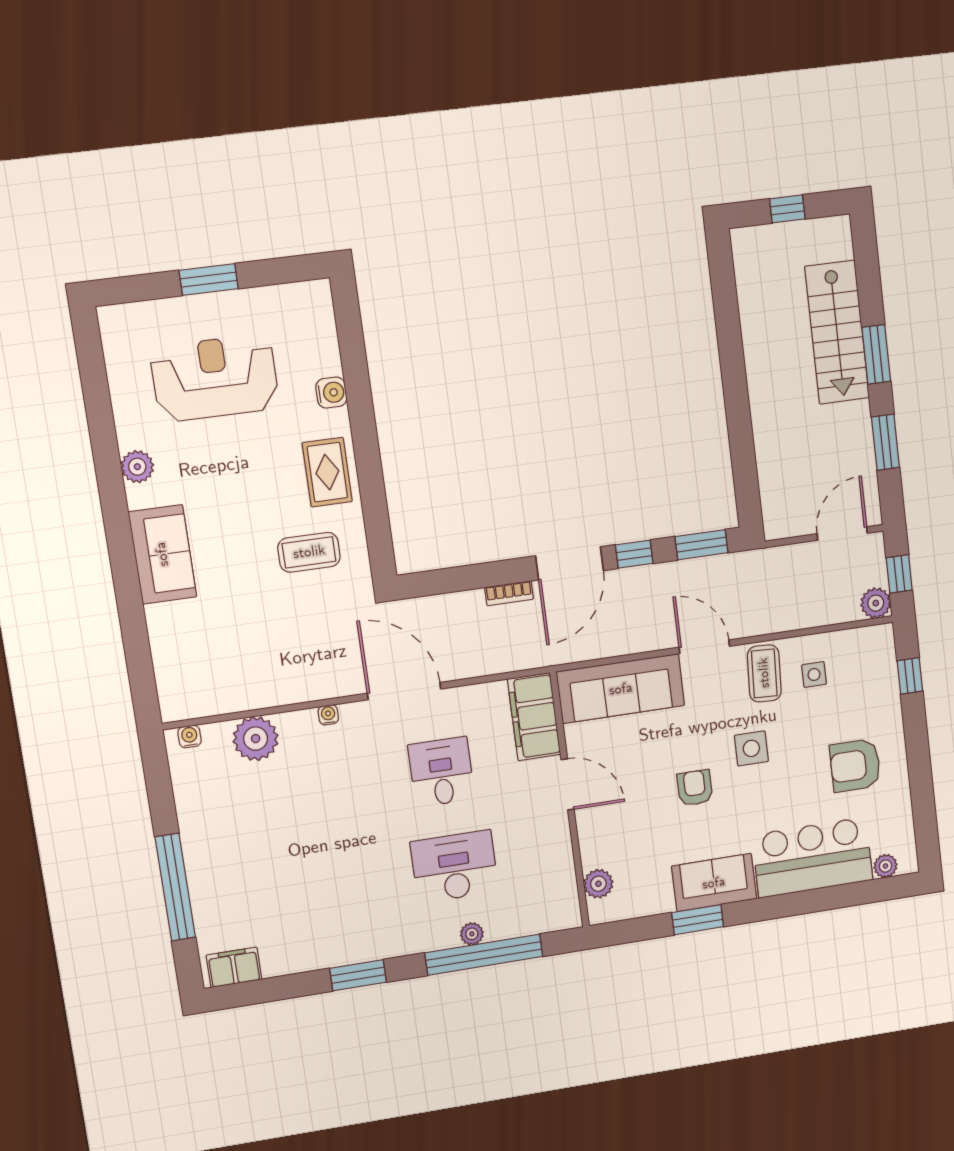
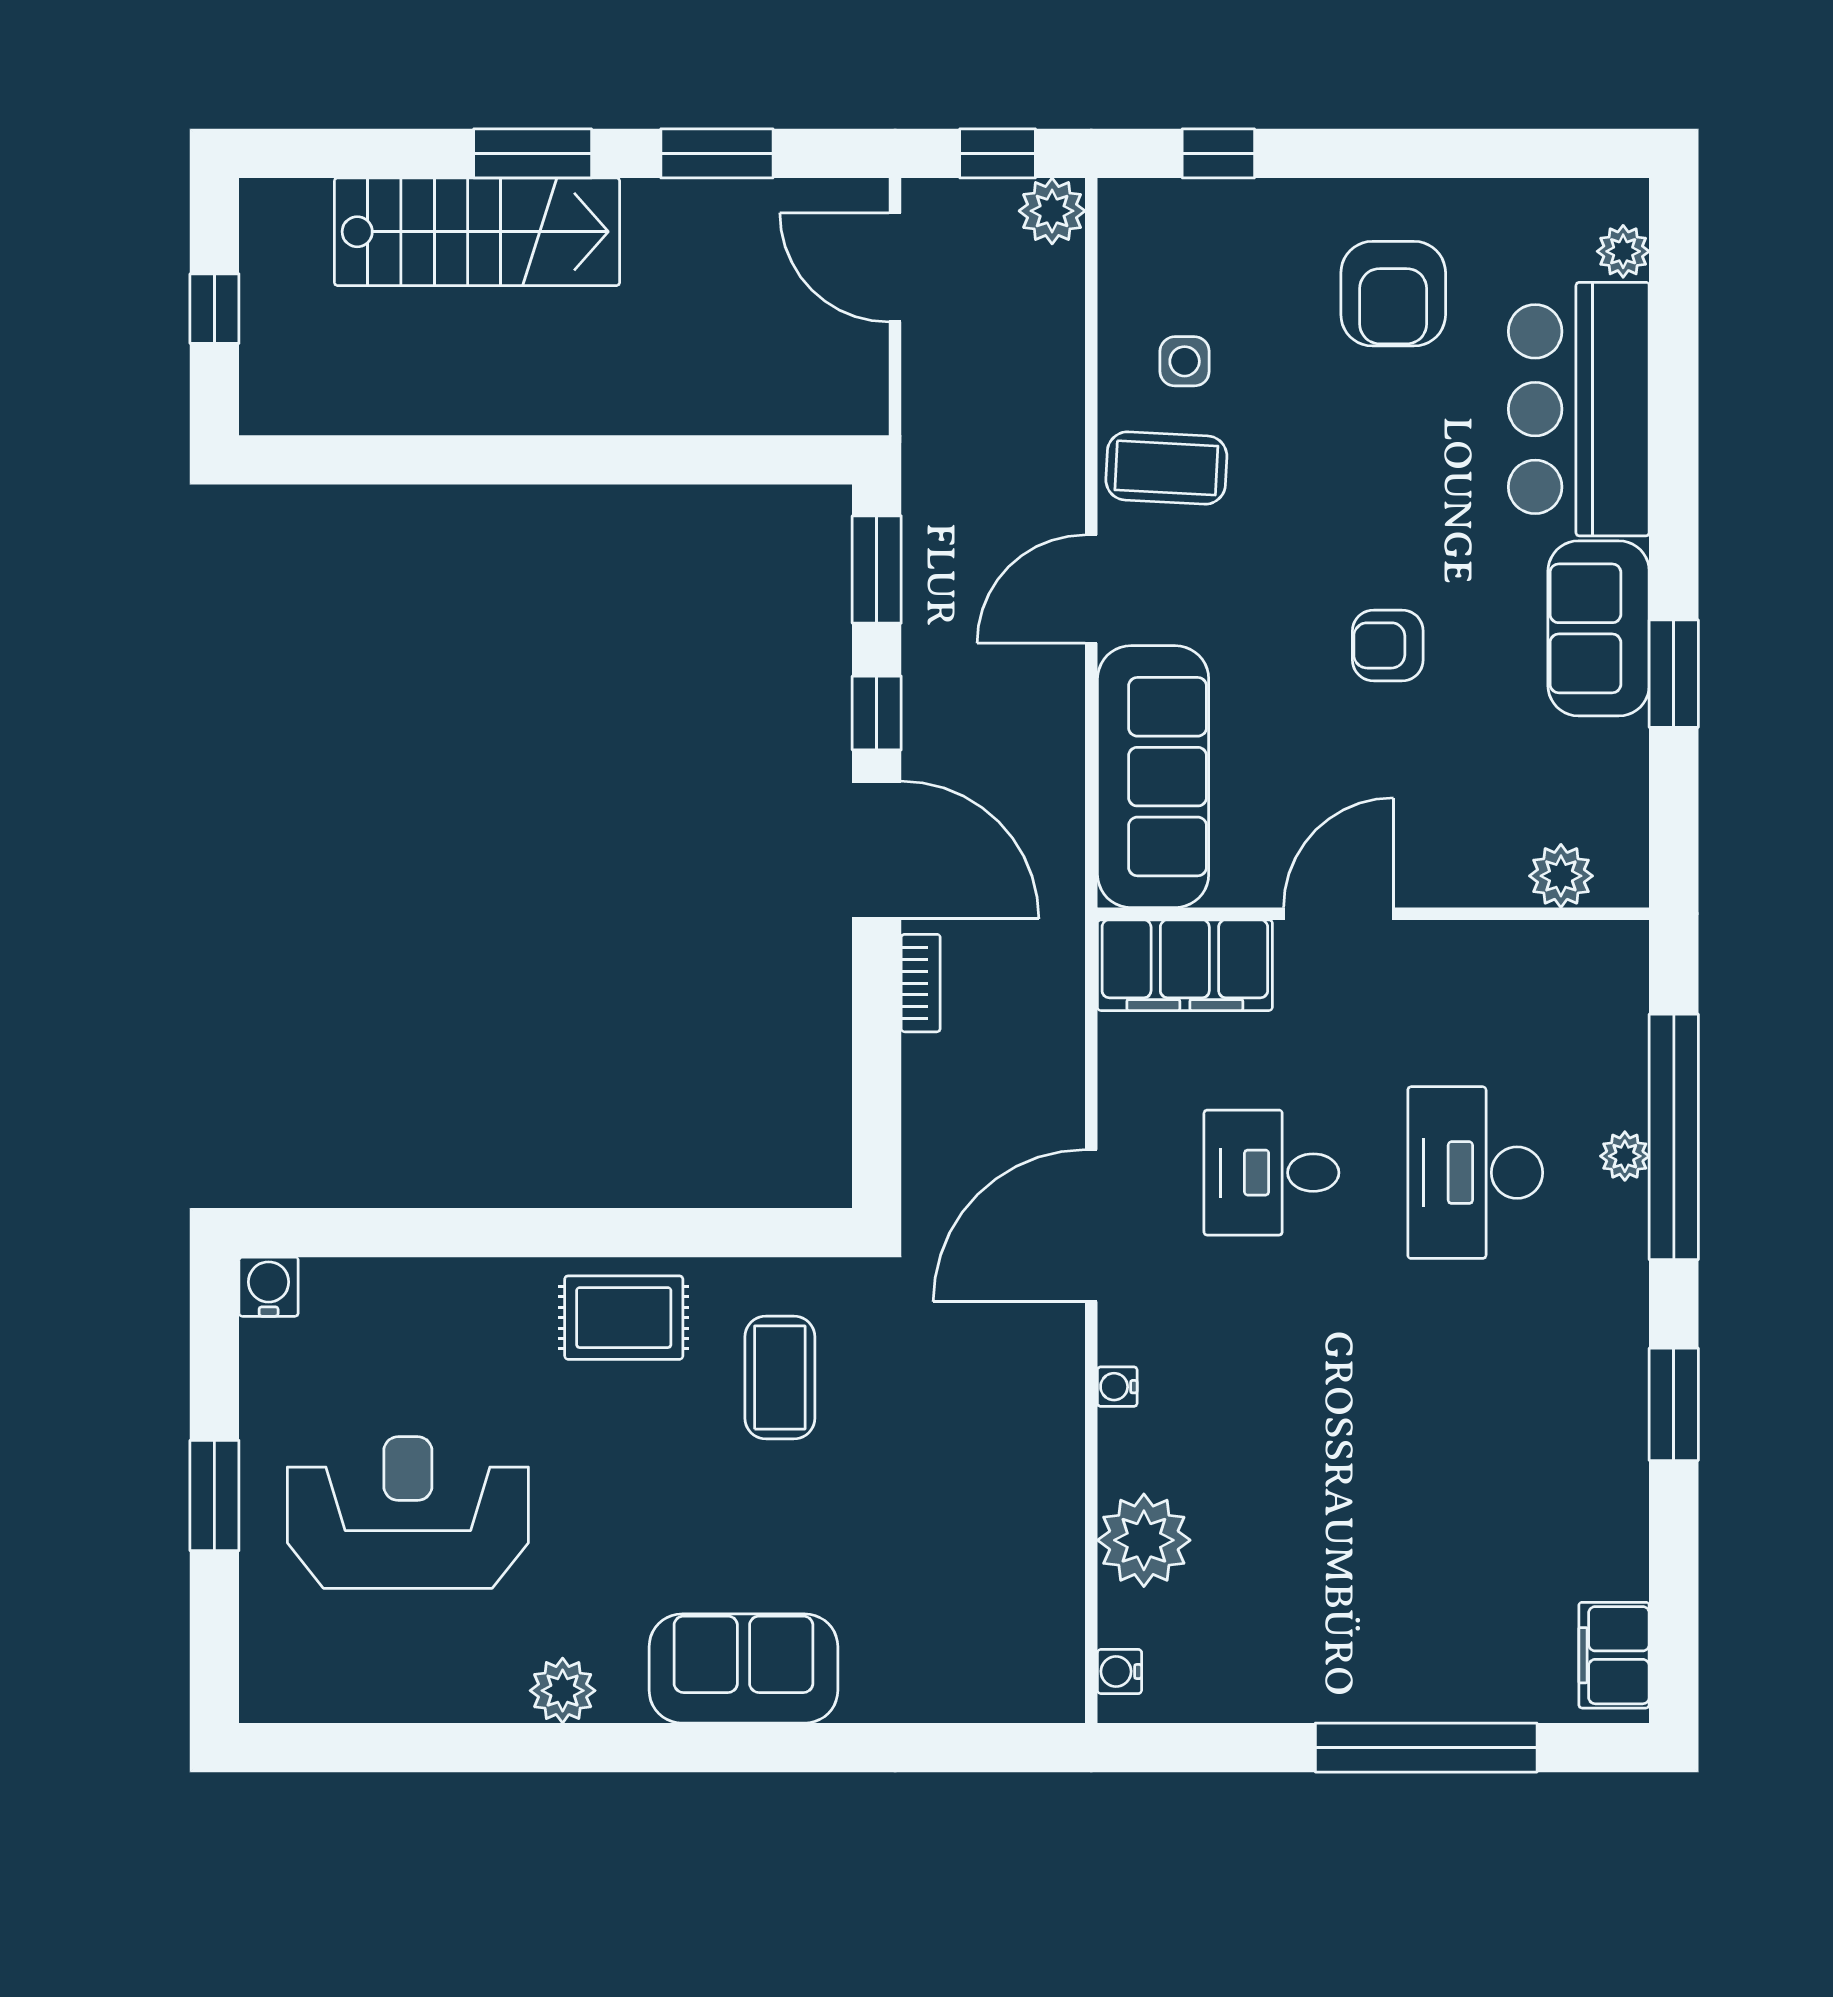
reception desk: (215, 378) -> (408, 1513), turned 90
water cooler: (331, 393) -> (269, 1287), moved
side table: (751, 748) -> (1322, 514), removed

